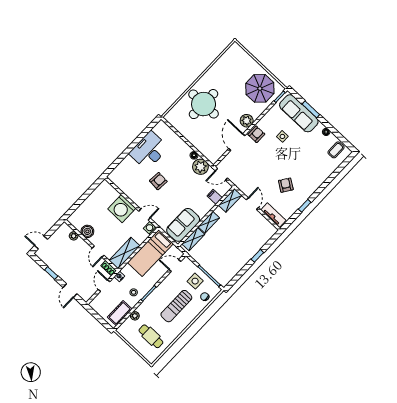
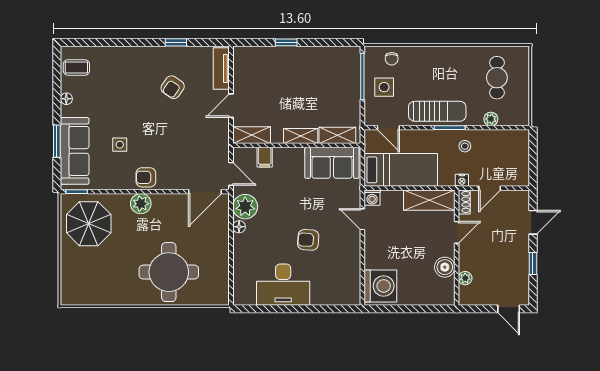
door: (237, 142) -> (205, 192), moved
washing machine: (122, 209) -> (380, 286), moved
sun lounger: (176, 306) -> (437, 111), moved
cot: (120, 313) -> (504, 140), removed

